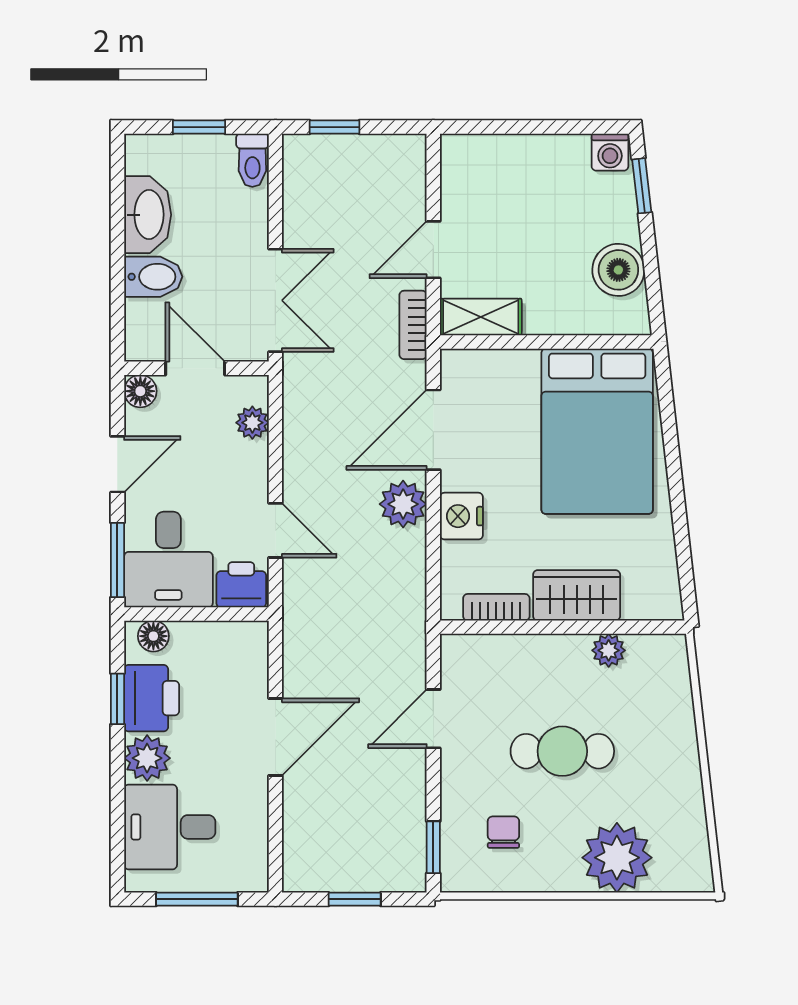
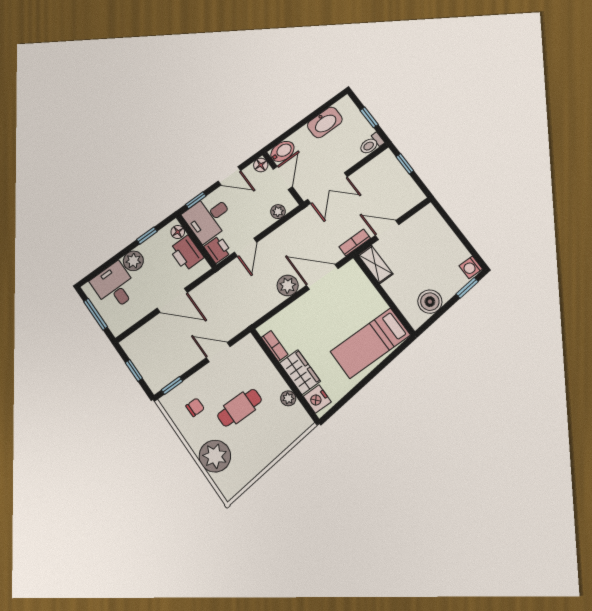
bidet: (153, 277) -> (282, 151), moved, turned -90
bed: (597, 431) -> (370, 343), width x0.67
nightstand: (461, 516) -> (317, 399), moved, turned -90
window: (117, 560) -> (196, 200), width x0.67
printer: (152, 698) -> (186, 253), moved, turned 90
cafe table: (562, 751) -> (239, 408), turned 90

